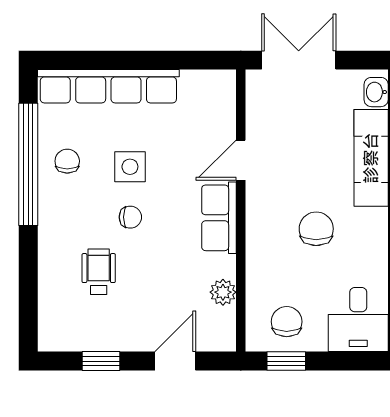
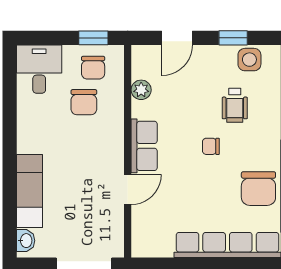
chair: (67, 161) -> (258, 189), width x1.87, depth x1.87
side table: (130, 167) -> (249, 60), moved
chair: (316, 229) -> (84, 102), moved

